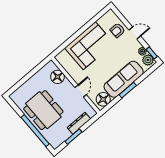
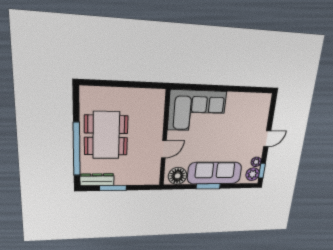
armchair: (118, 30) -> (256, 121), removed
door: (135, 33) -> (267, 139), hinge flipped
corner sofa: (89, 46) -> (197, 111), moved
floor lamp: (57, 77) -> (154, 114), removed
dresser: (79, 123) -> (97, 180), moved

